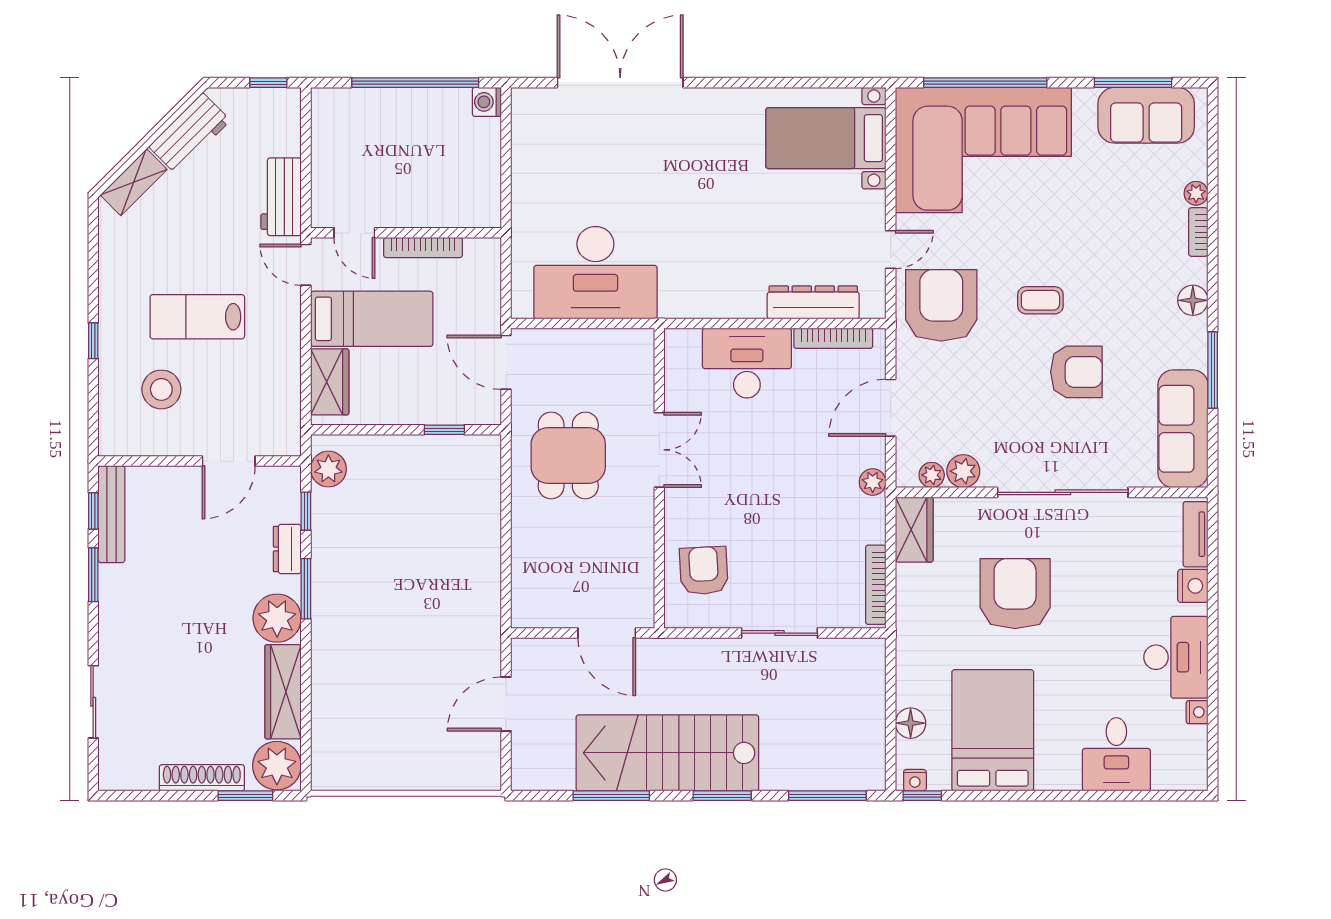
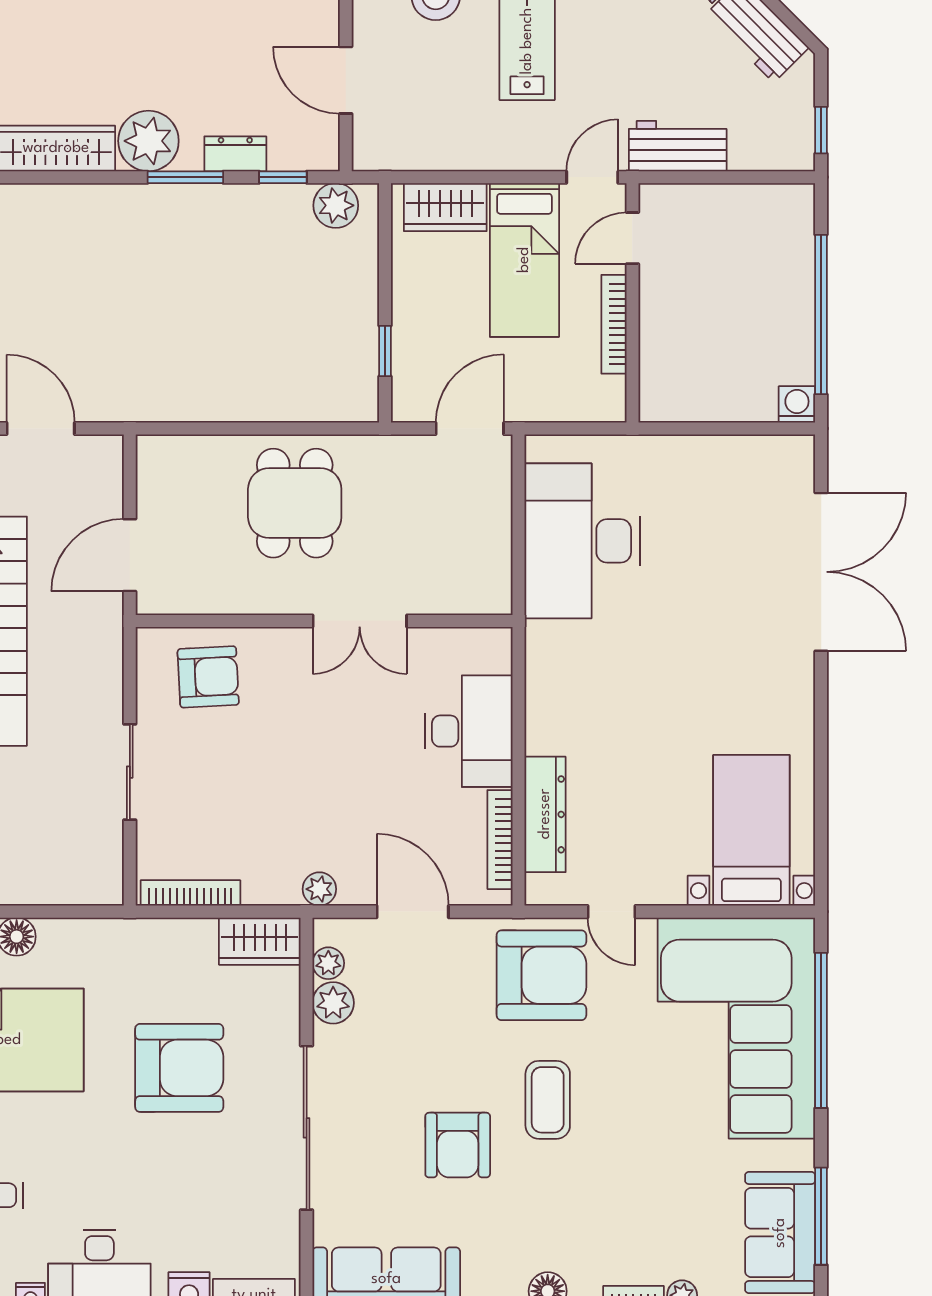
coffee table: (1040, 300) -> (548, 1100), width x1.36, depth x1.30
dining table: (568, 455) -> (295, 503), moved, turned 90

